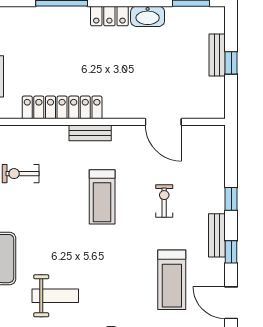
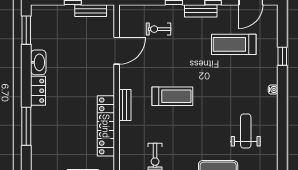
bench: (217, 55) -> (91, 11), moved
exercise bike: (164, 201) -> (158, 29), moved
treadmill: (172, 280) -> (234, 44), turned 180

